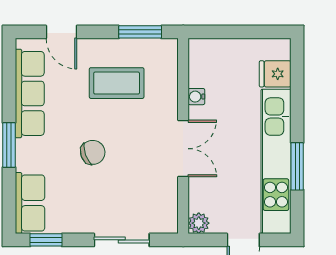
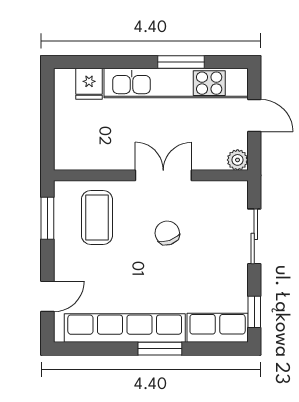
coffee table: (117, 83) -> (97, 217), moved
row of seats: (30, 93) -> (125, 328), width x1.36
water cooler: (196, 97) -> (112, 162), removed
chair: (93, 152) -> (167, 233), moved

